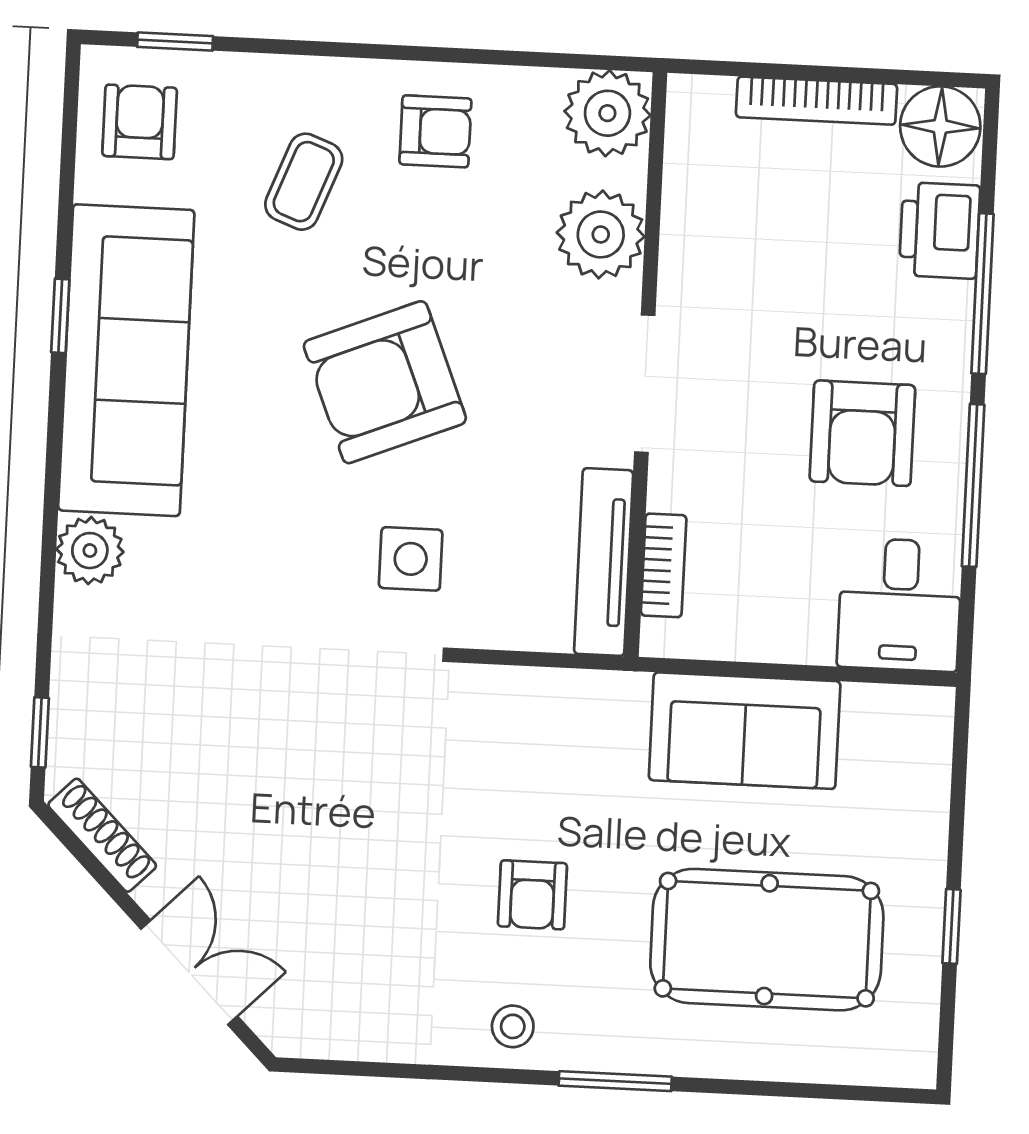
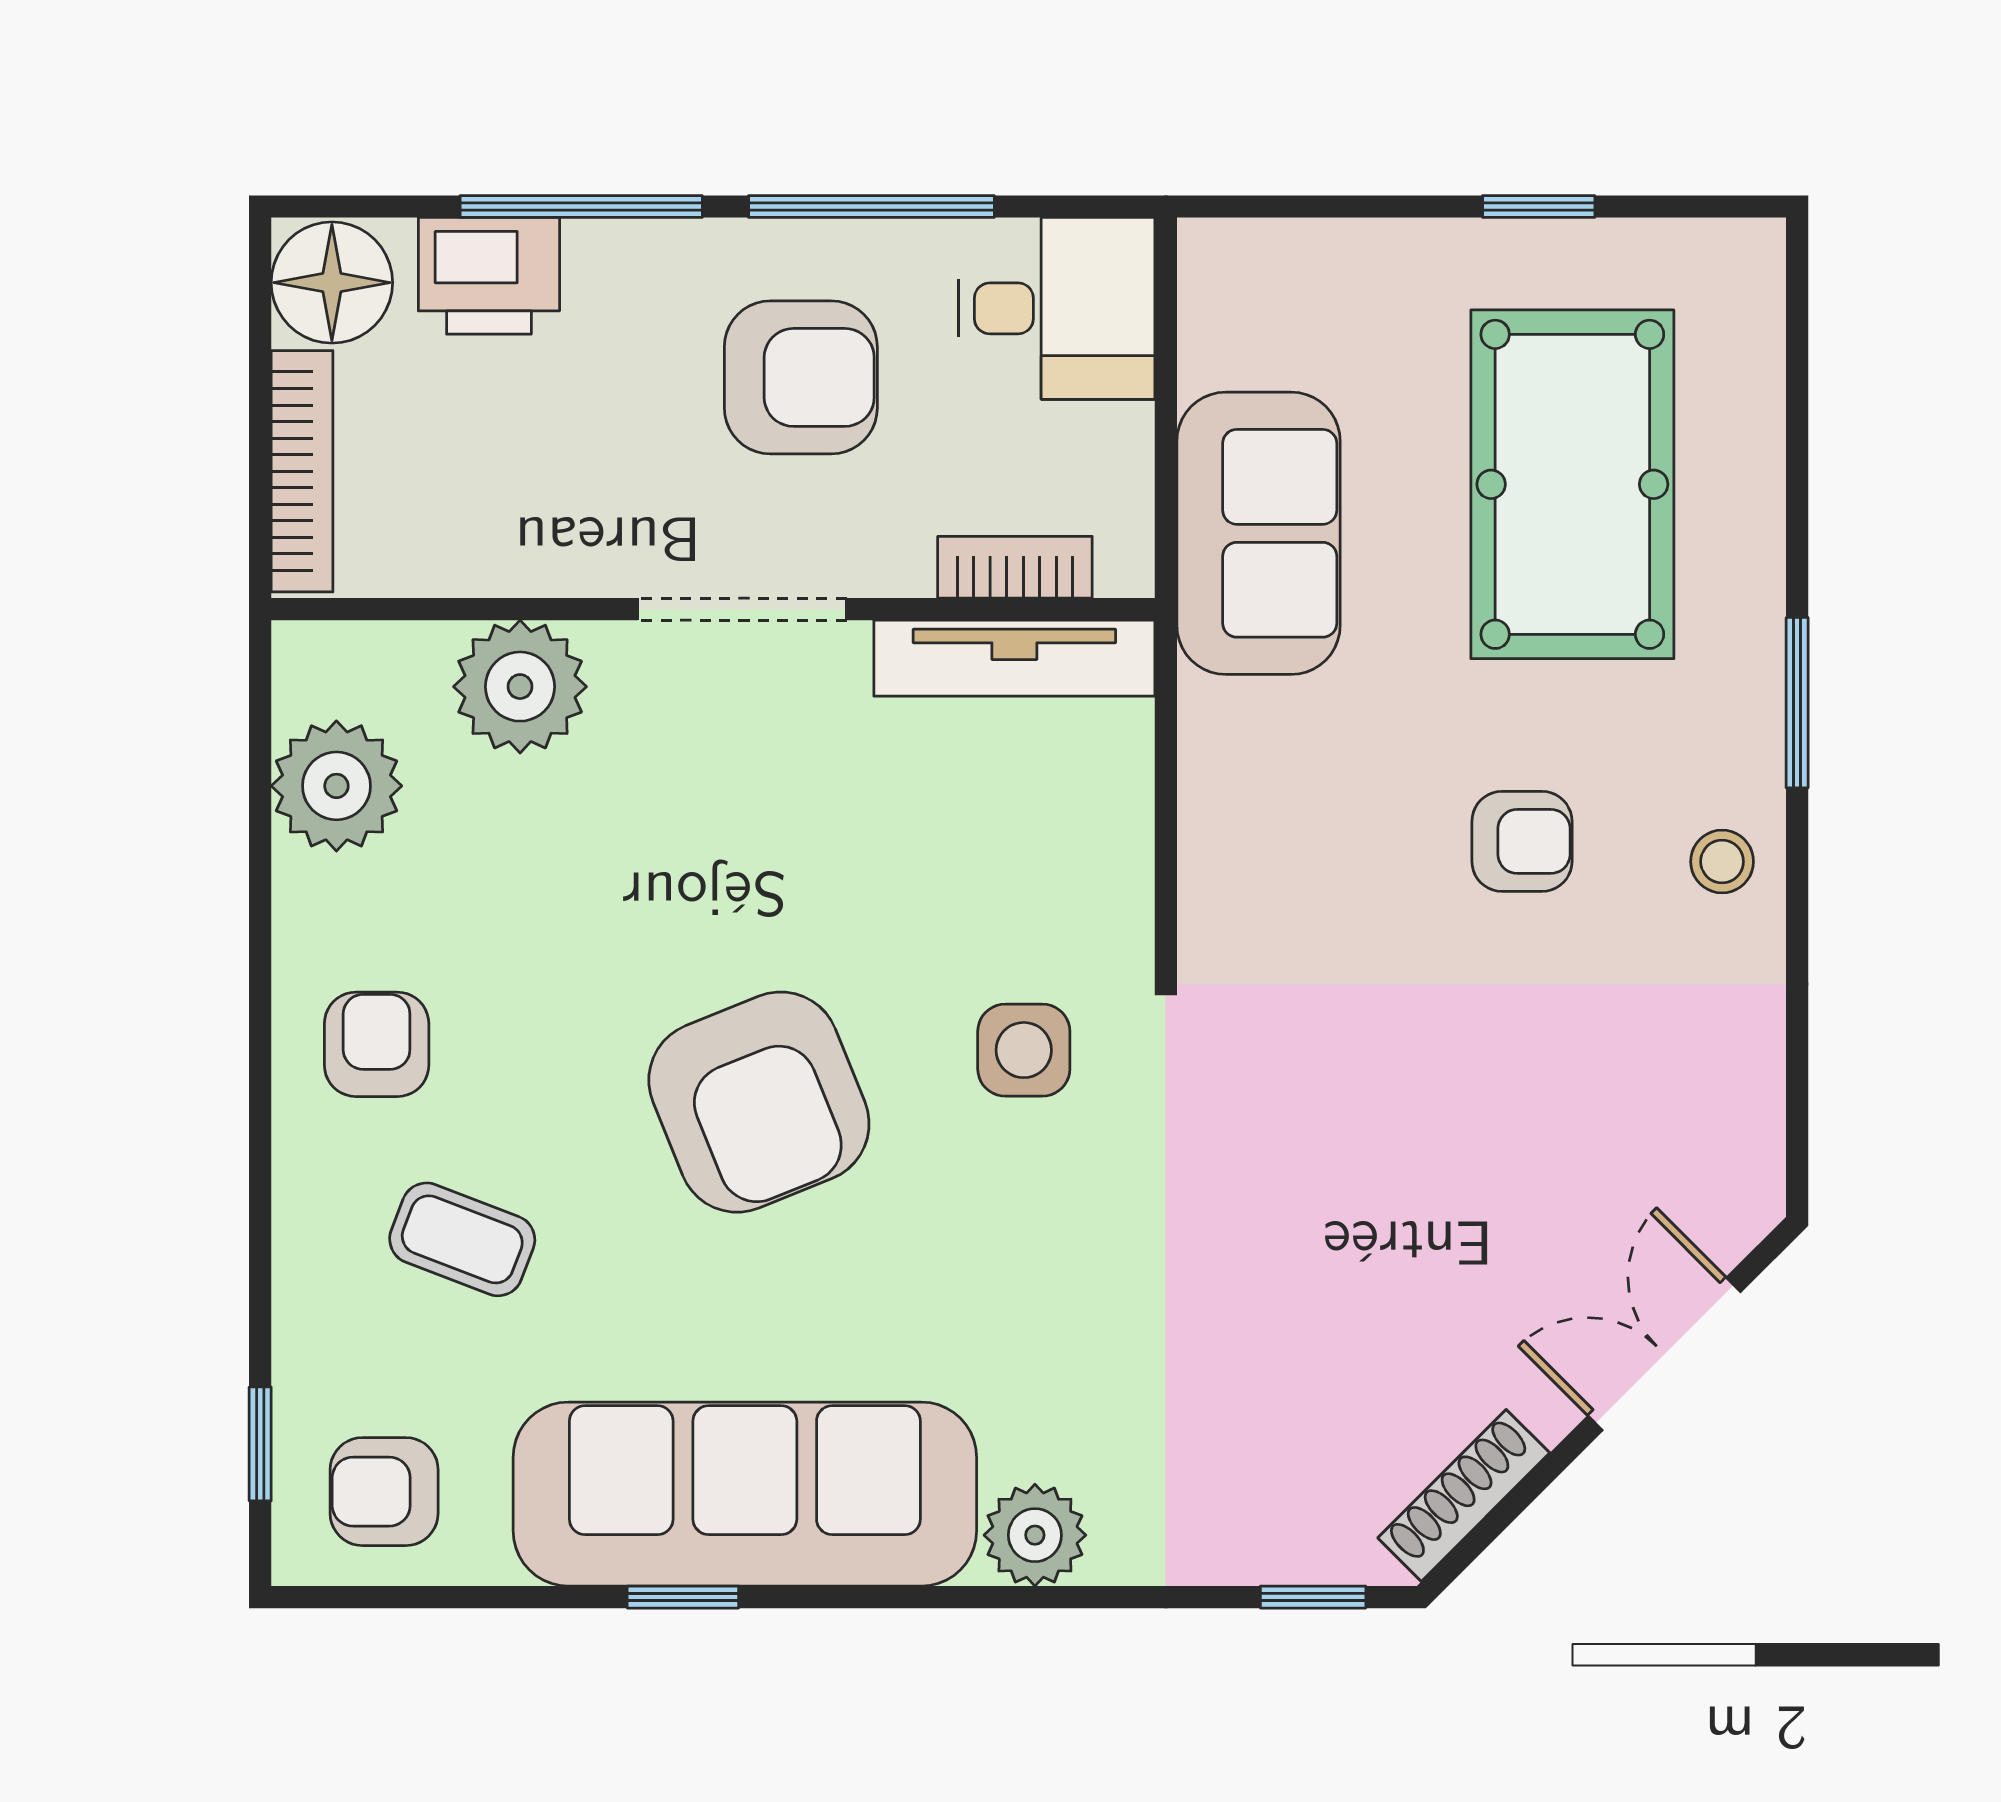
plant: (601, 234) -> (520, 687), moved
wall: (646, 365) -> (713, 609), moved
doorway: (645, 384) -> (742, 609), moved
tv unit: (604, 562) -> (1014, 658), moved
bookcase: (664, 565) -> (1015, 567), moved

